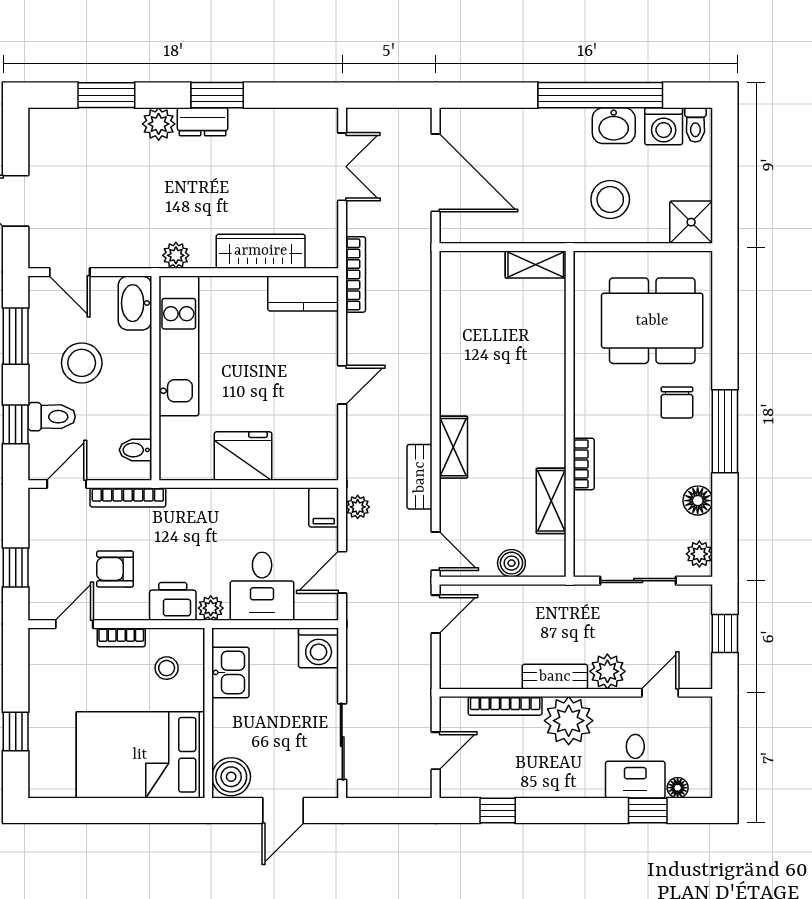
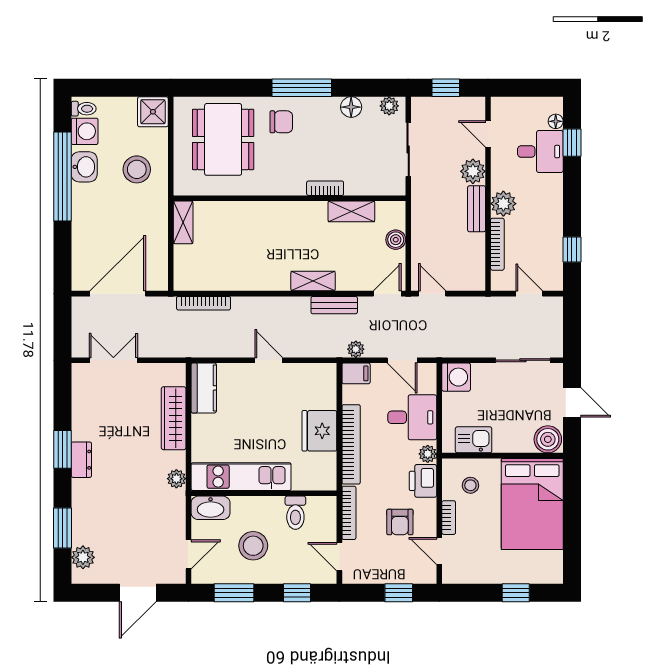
plant: (159, 124) -> (83, 557), moved
bookcase: (356, 274) -> (204, 303), moved, turned 180
toilet: (52, 417) -> (295, 513), moved, turned 180
bidet: (136, 450) -> (315, 507), removed
bookcase: (224, 500) -> (351, 444), added
plant: (569, 721) -> (503, 204), width x0.73, depth x0.73

